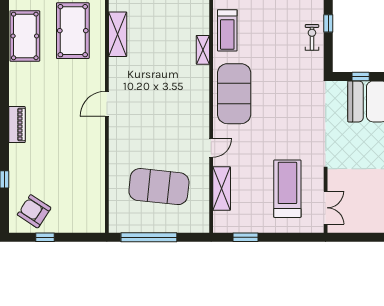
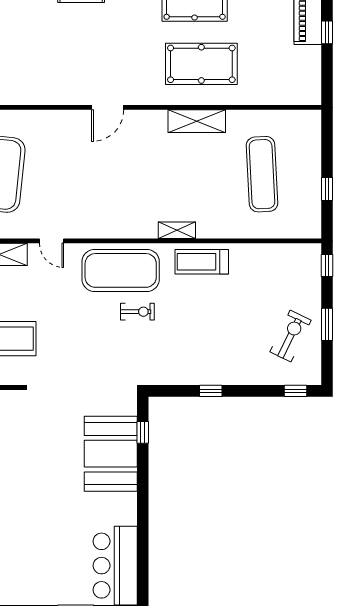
exercise bike: (312, 37) -> (137, 312), moved
door: (107, 104) -> (108, 107), swing flipped

